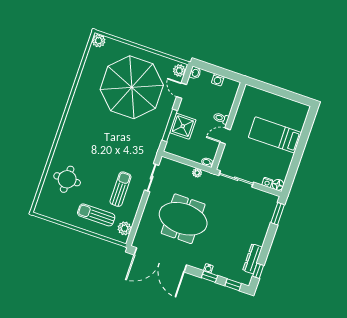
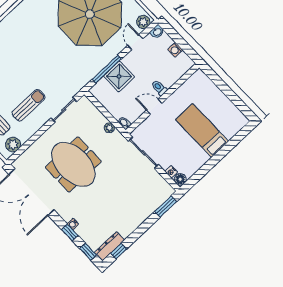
dresser: (253, 259) -> (109, 246), moved

